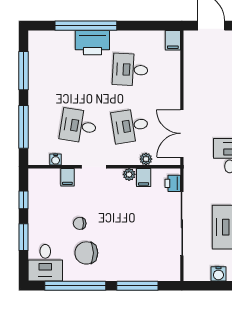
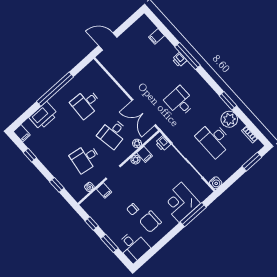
window: (86, 26) -> (55, 89), moved
filing cabinet: (173, 40) -> (22, 133), moved
printer: (92, 43) -> (43, 116), moved
window: (24, 71) -> (30, 155), width x0.46
window: (24, 127) -> (57, 185), width x0.46
corner desk: (136, 261) -> (180, 202), added
water cooler: (218, 274) -> (216, 183), moved
window: (75, 286) -> (160, 244), removed

